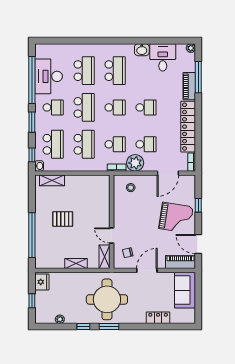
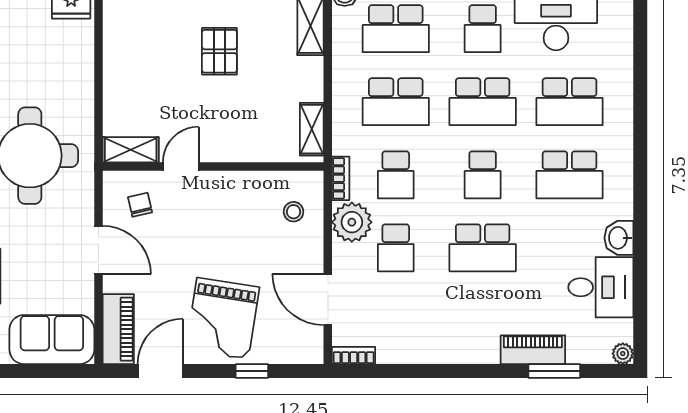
window: (198, 77) -> (554, 371), width x0.69
school desk: (146, 107) -> (483, 248), width x1.85
locker: (188, 127) -> (437, 347), removed
shelving: (76, 264) -> (312, 129), moved

